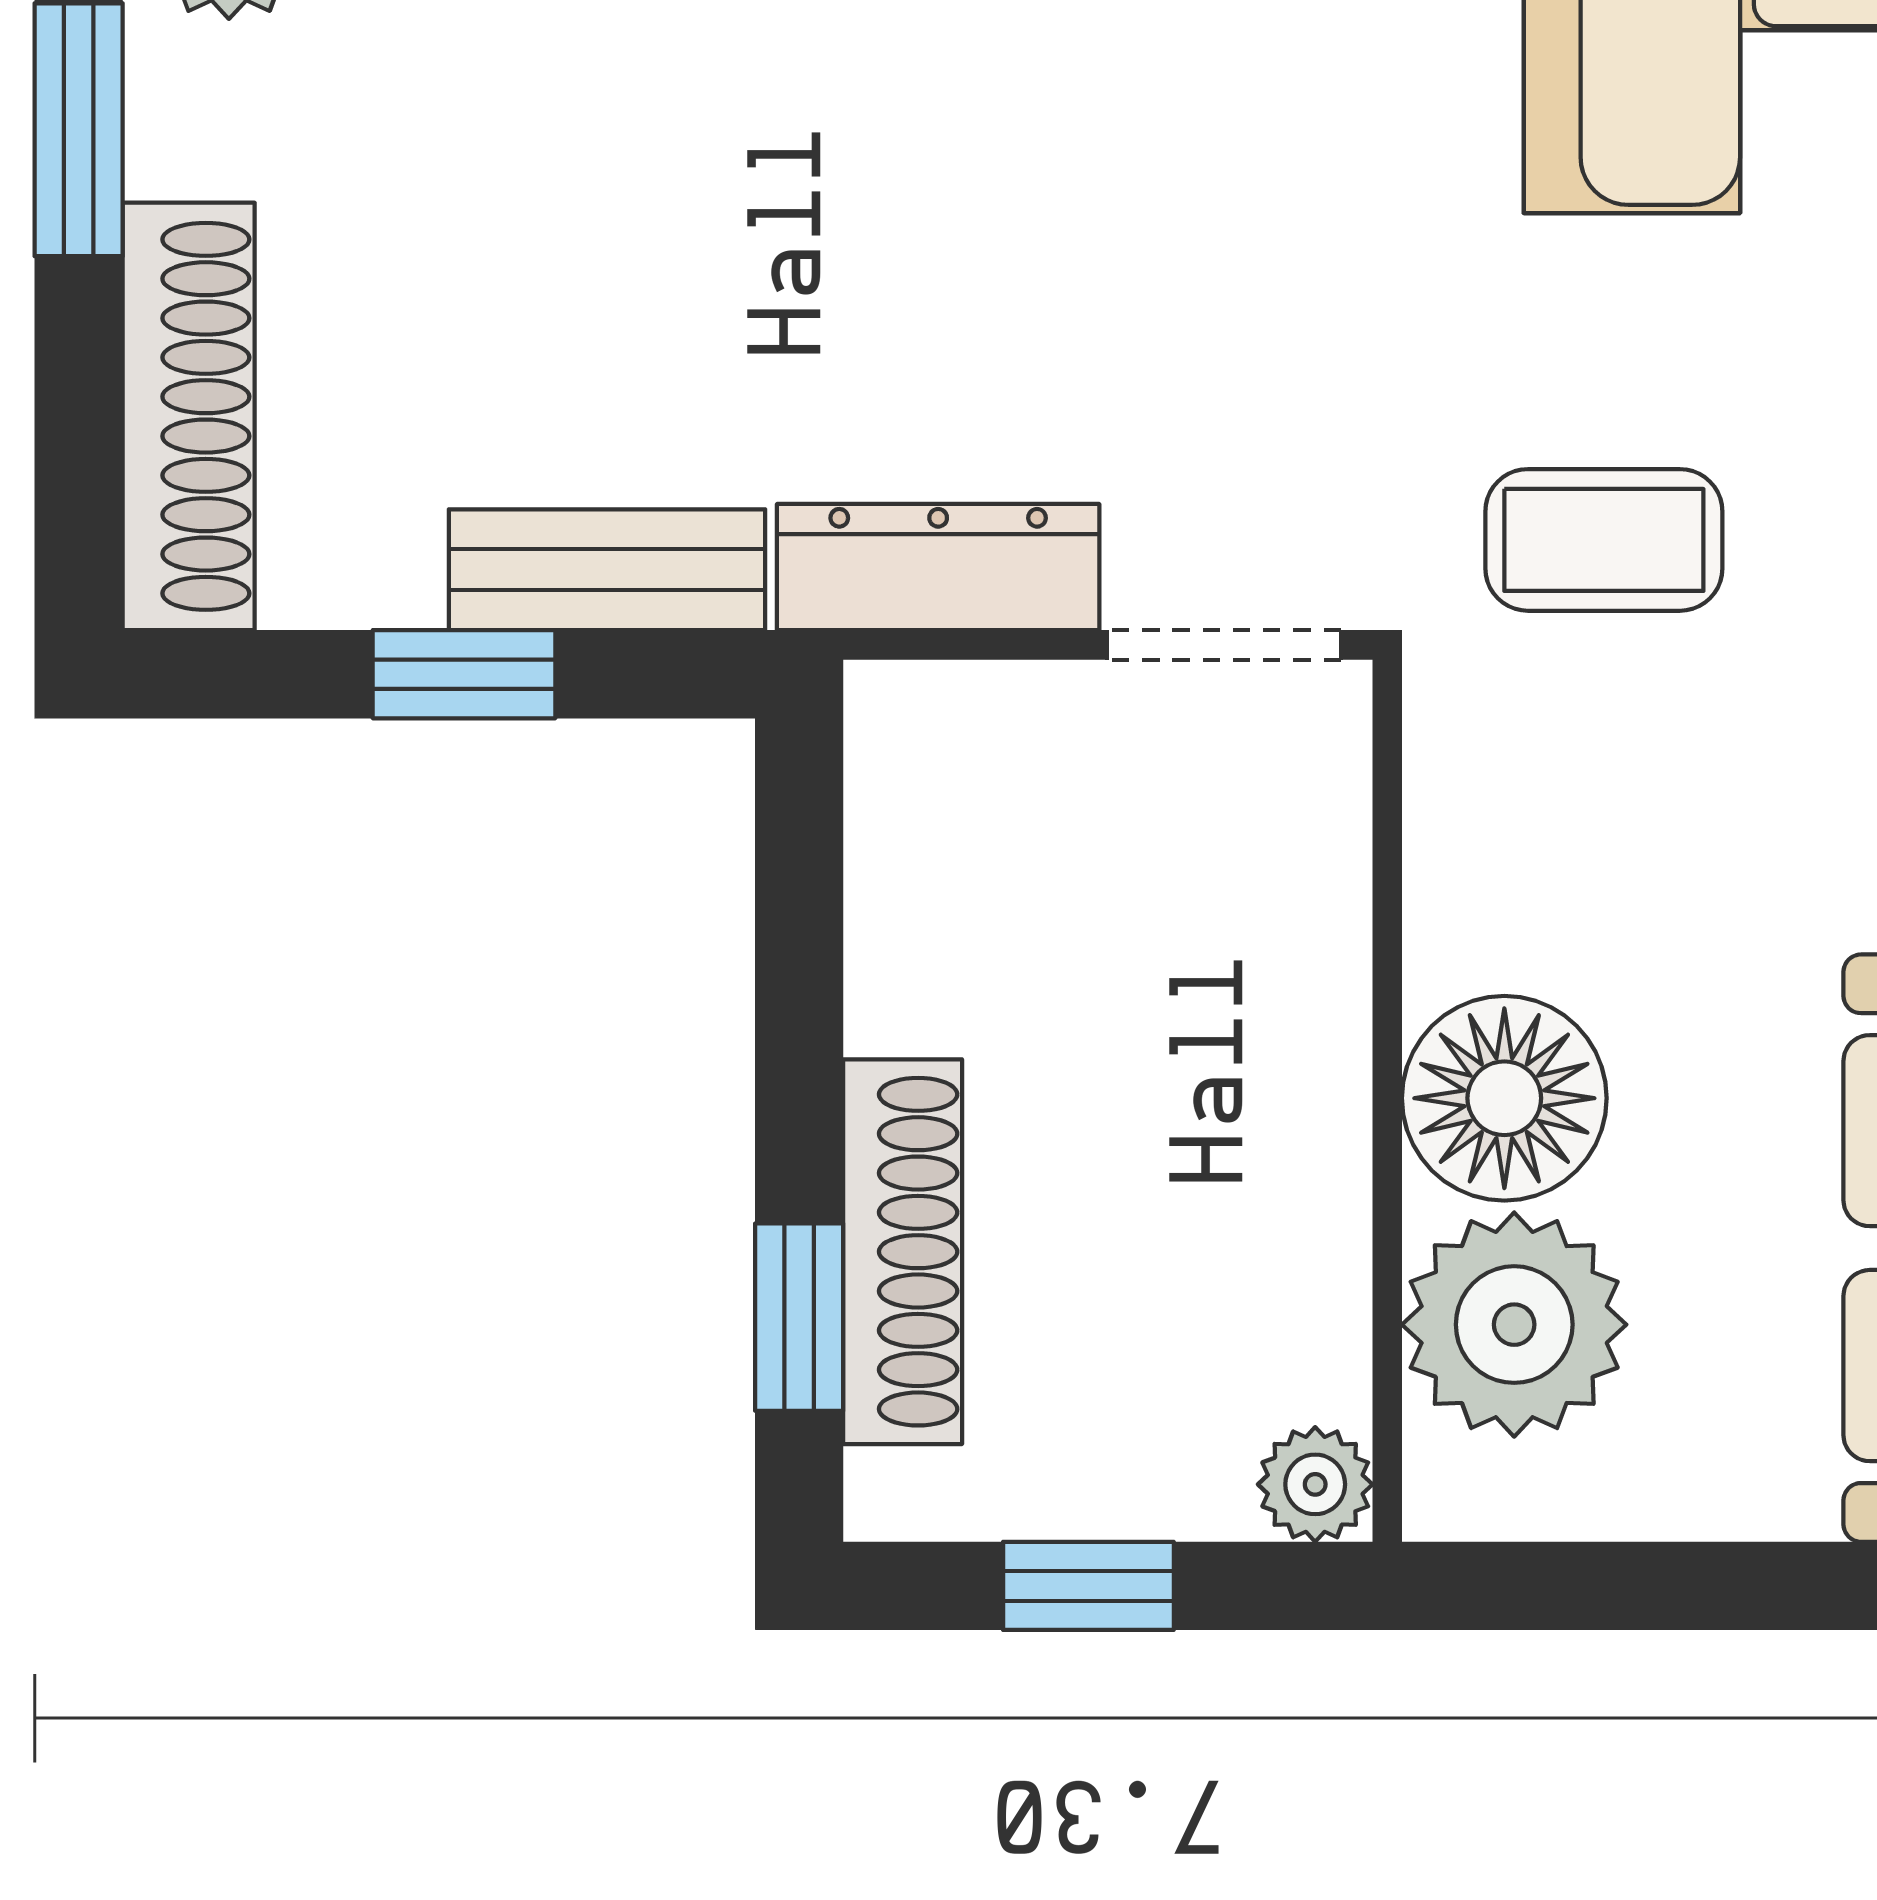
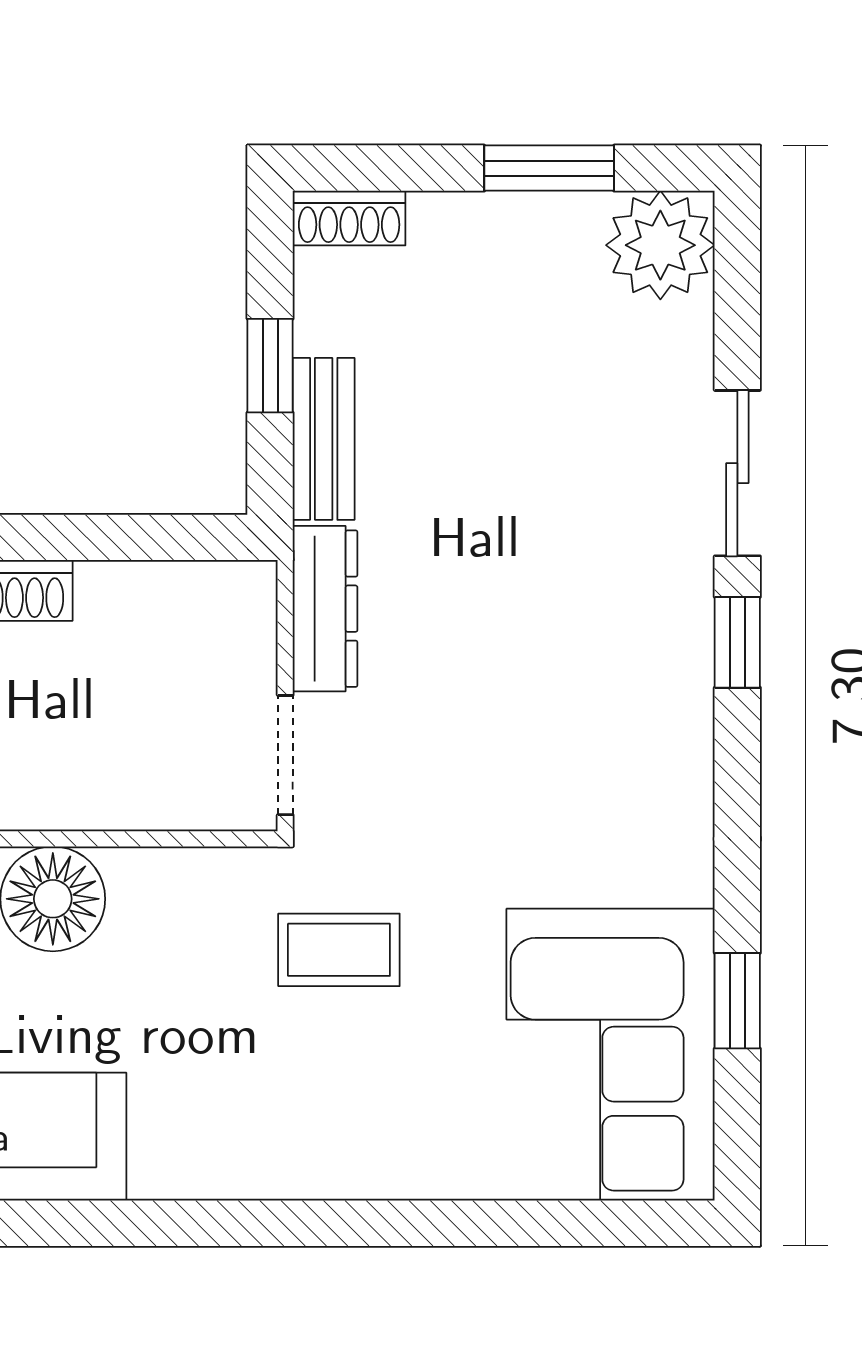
shoe rack: (189, 416) -> (349, 218), width x0.51, depth x0.81
coffee table: (1604, 540) -> (339, 950), turned 90

